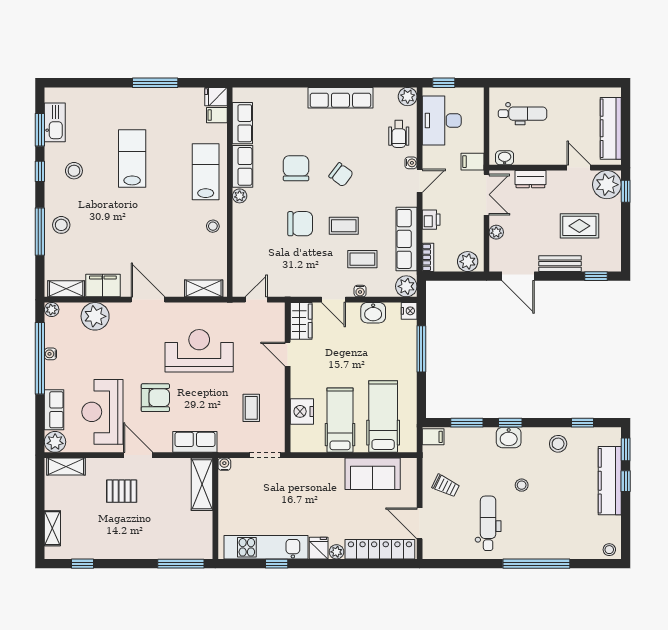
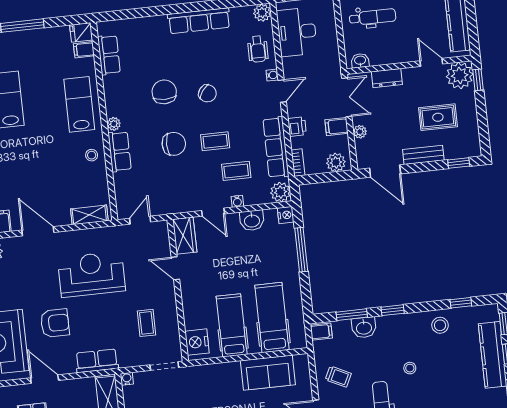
filing cabinet: (472, 162) -> (337, 127), moved
row of seats: (243, 166) -> (120, 152), moved
nightstand: (302, 411) -> (197, 342), moved
washbasin: (509, 438) -> (364, 328), moved

